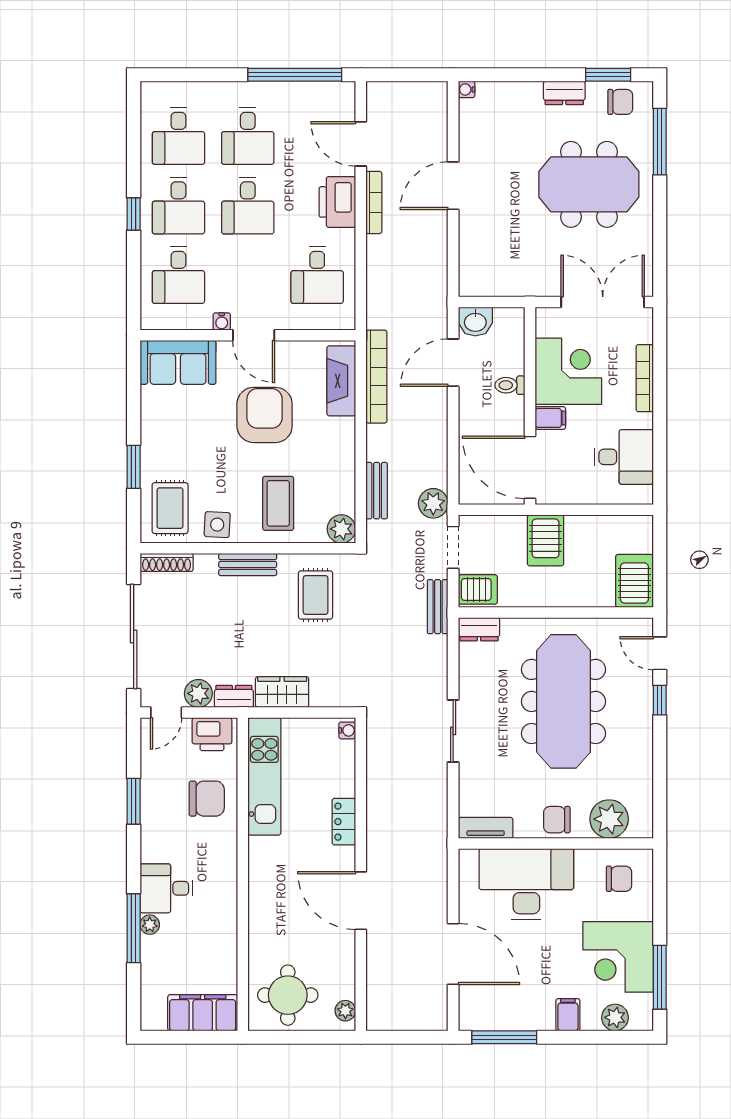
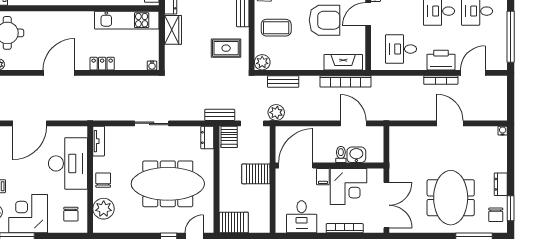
washbasin: (475, 321) -> (356, 155), moved, turned 90

